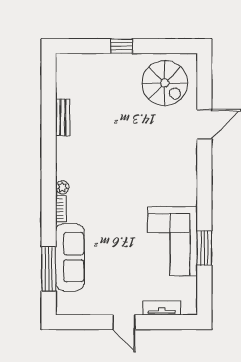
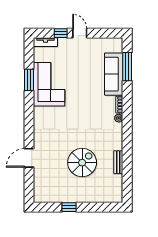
window: (122, 46) -> (69, 207), moved
spiral stairs: (165, 83) -> (82, 163), moved, turned 90
tv unit: (162, 308) -> (45, 42), moved
window: (154, 322) -> (61, 33), added

